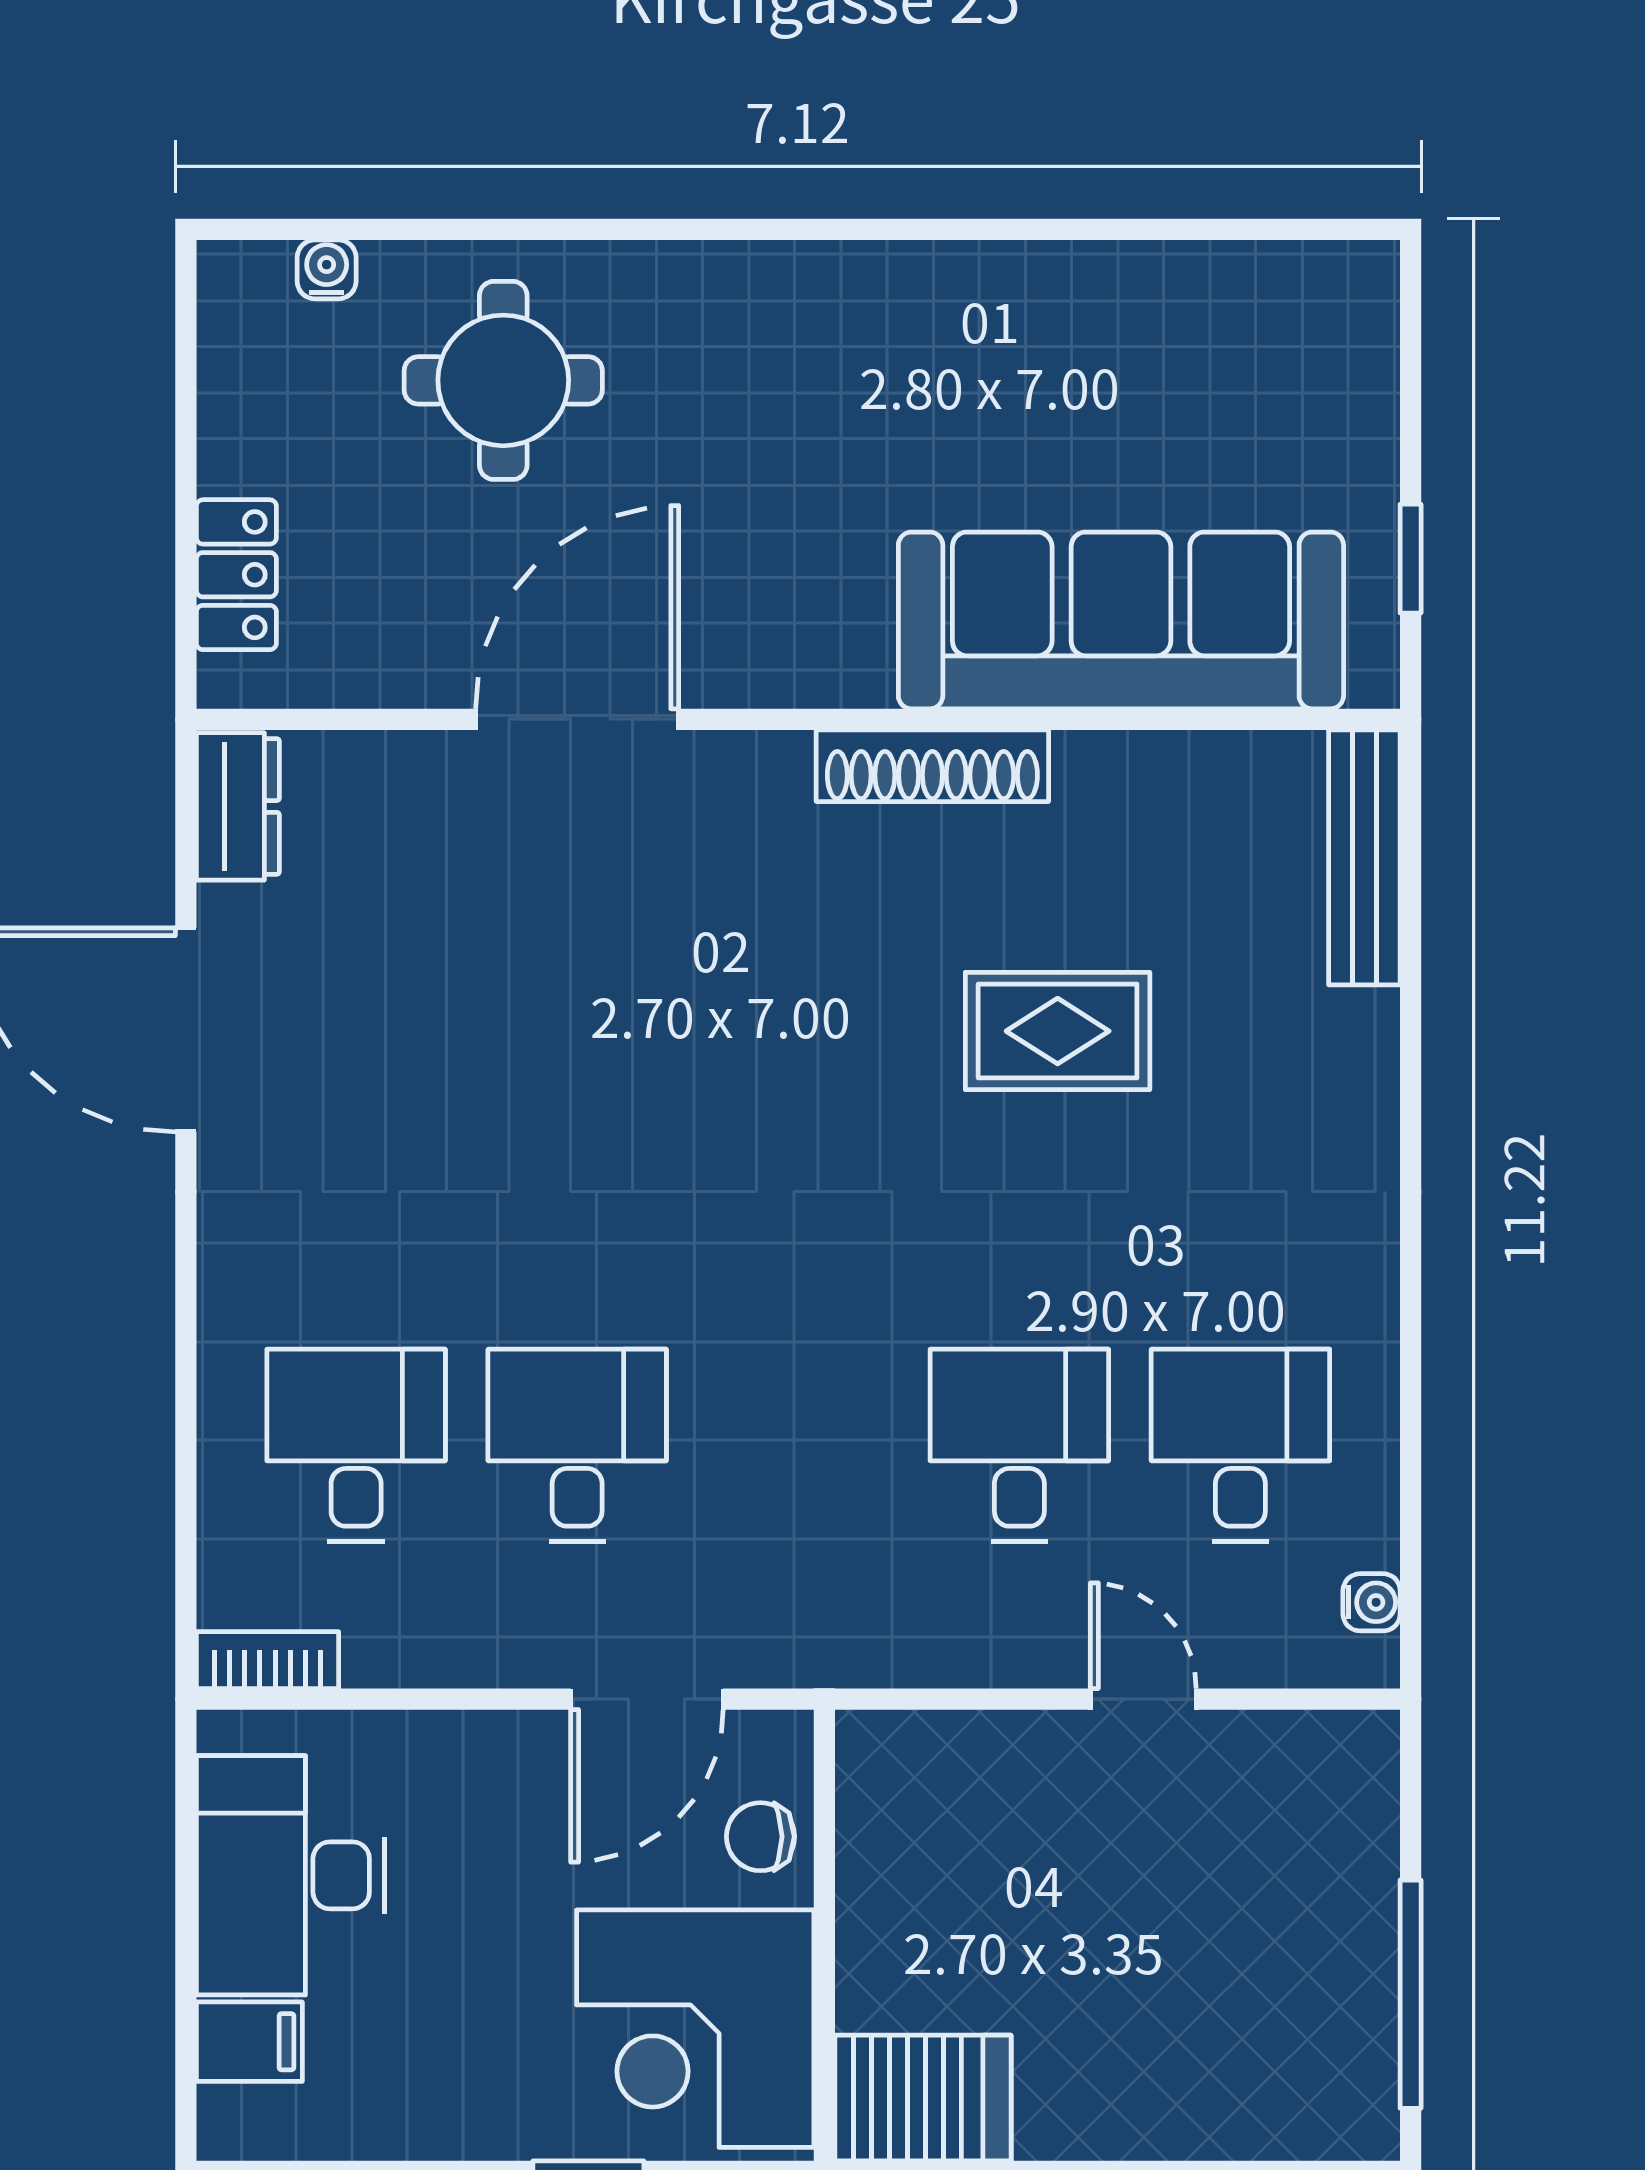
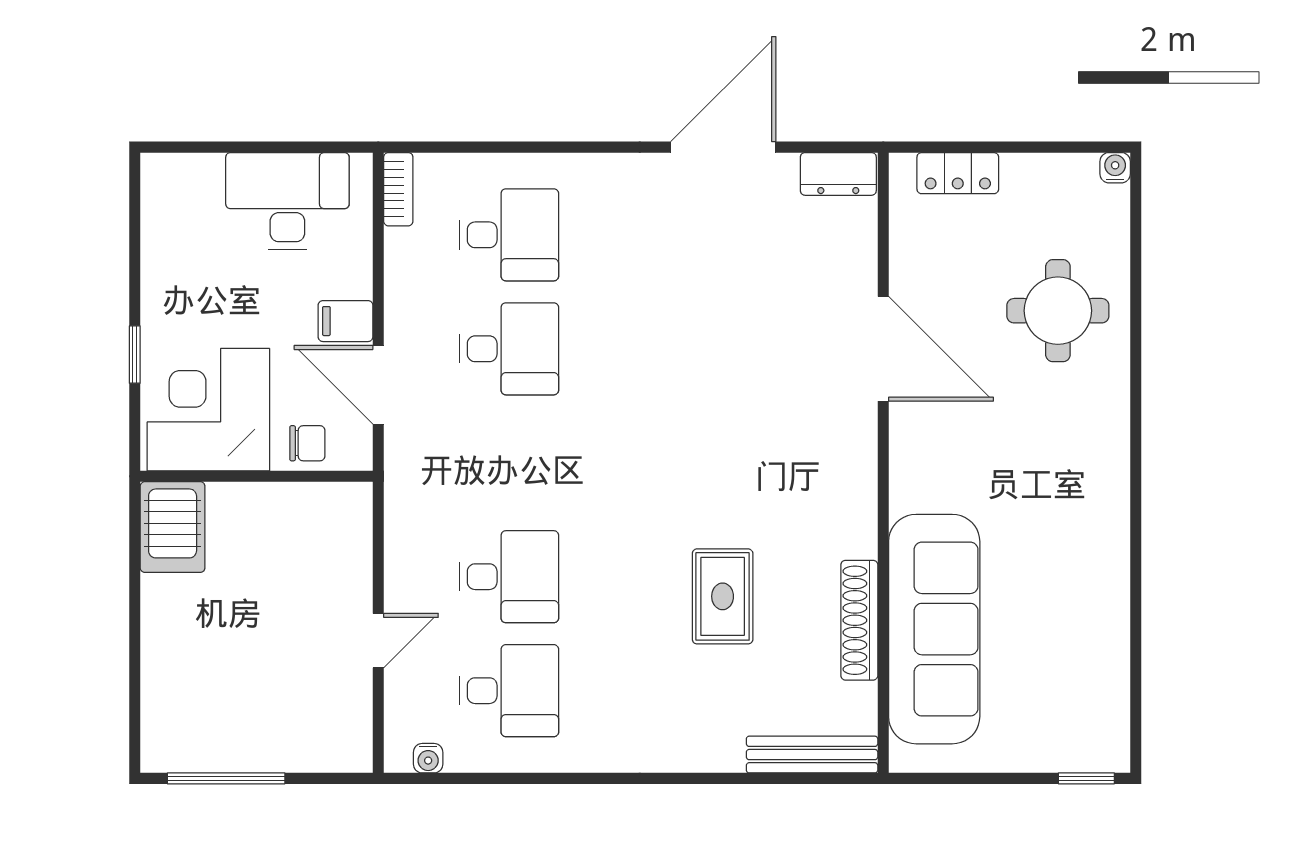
water cooler: (327, 269) -> (1115, 168), moved, turned -90
window: (1411, 559) -> (1086, 778), moved
shoe rack: (932, 766) -> (859, 620), moved
chair: (760, 1837) -> (307, 443), turned 90
filing cabinet: (249, 2042) -> (346, 321), moved, turned 90

